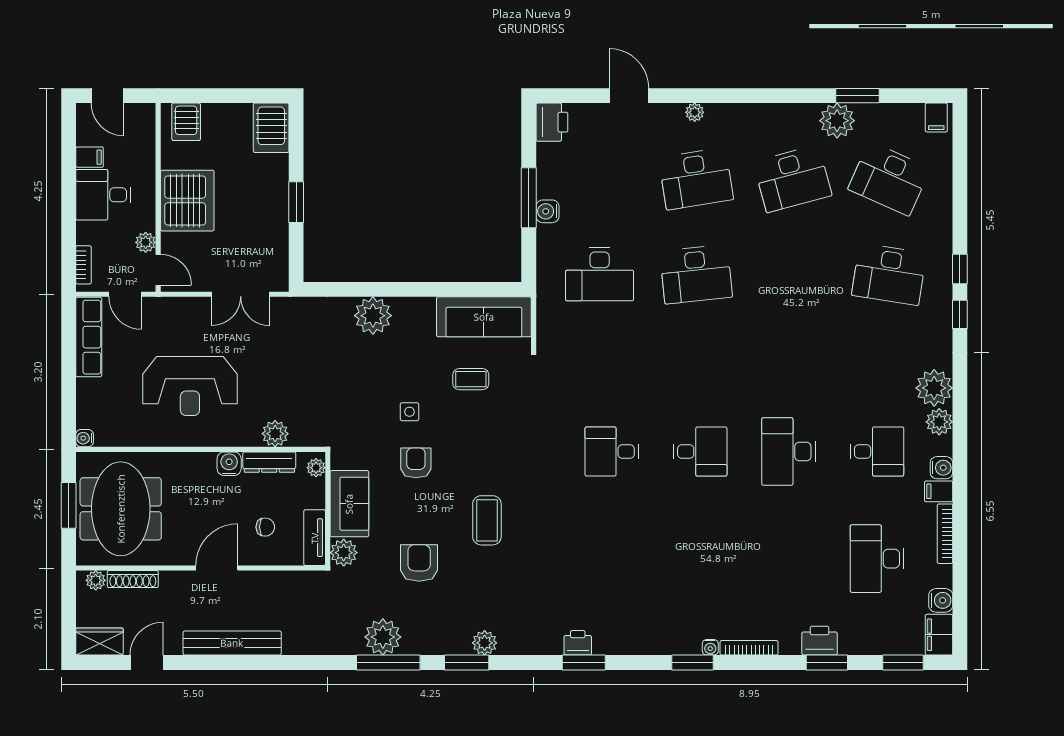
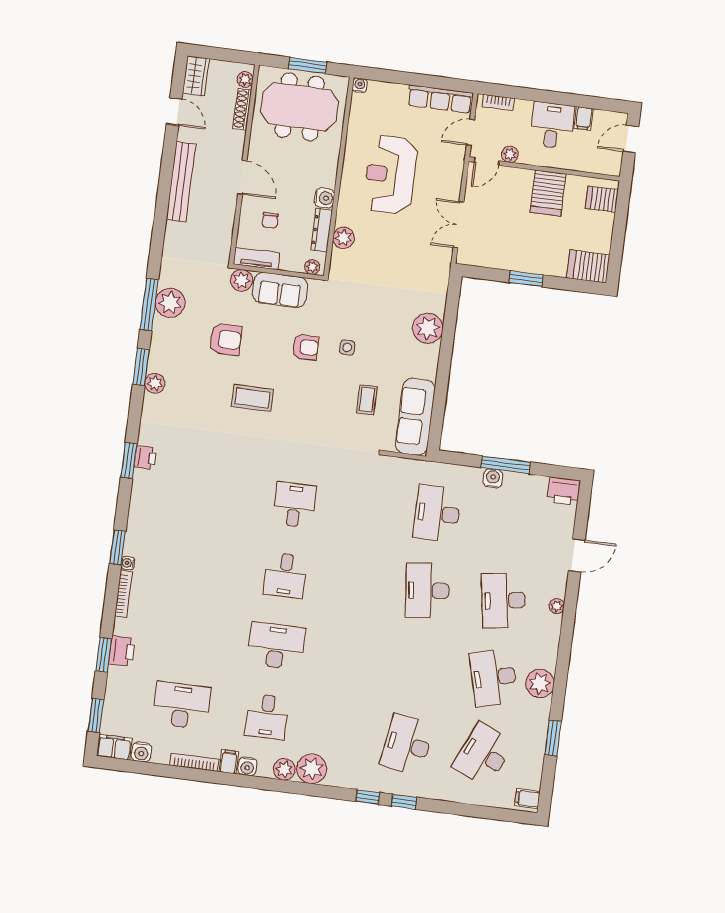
plant: (837, 121) -> (540, 683), moved
server rack: (187, 201) -> (548, 193), width x0.62

